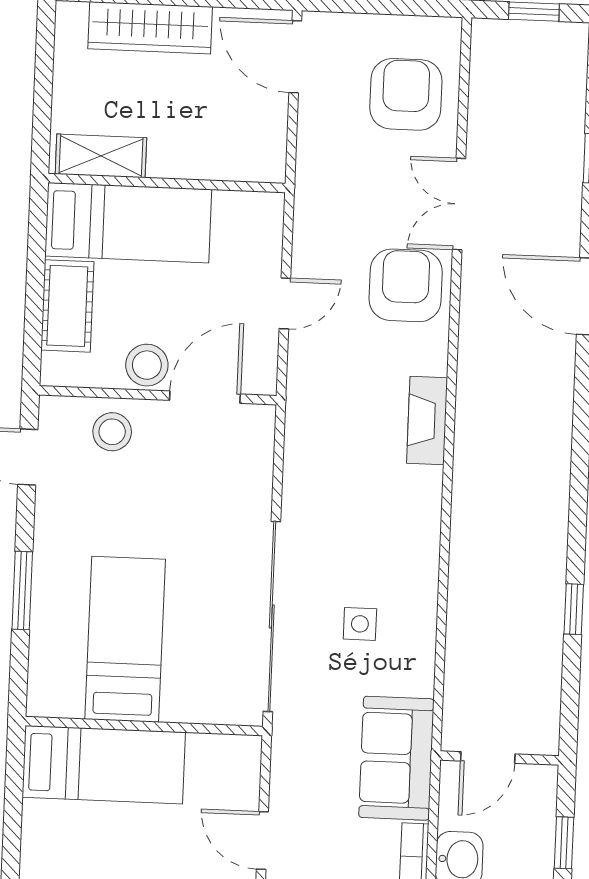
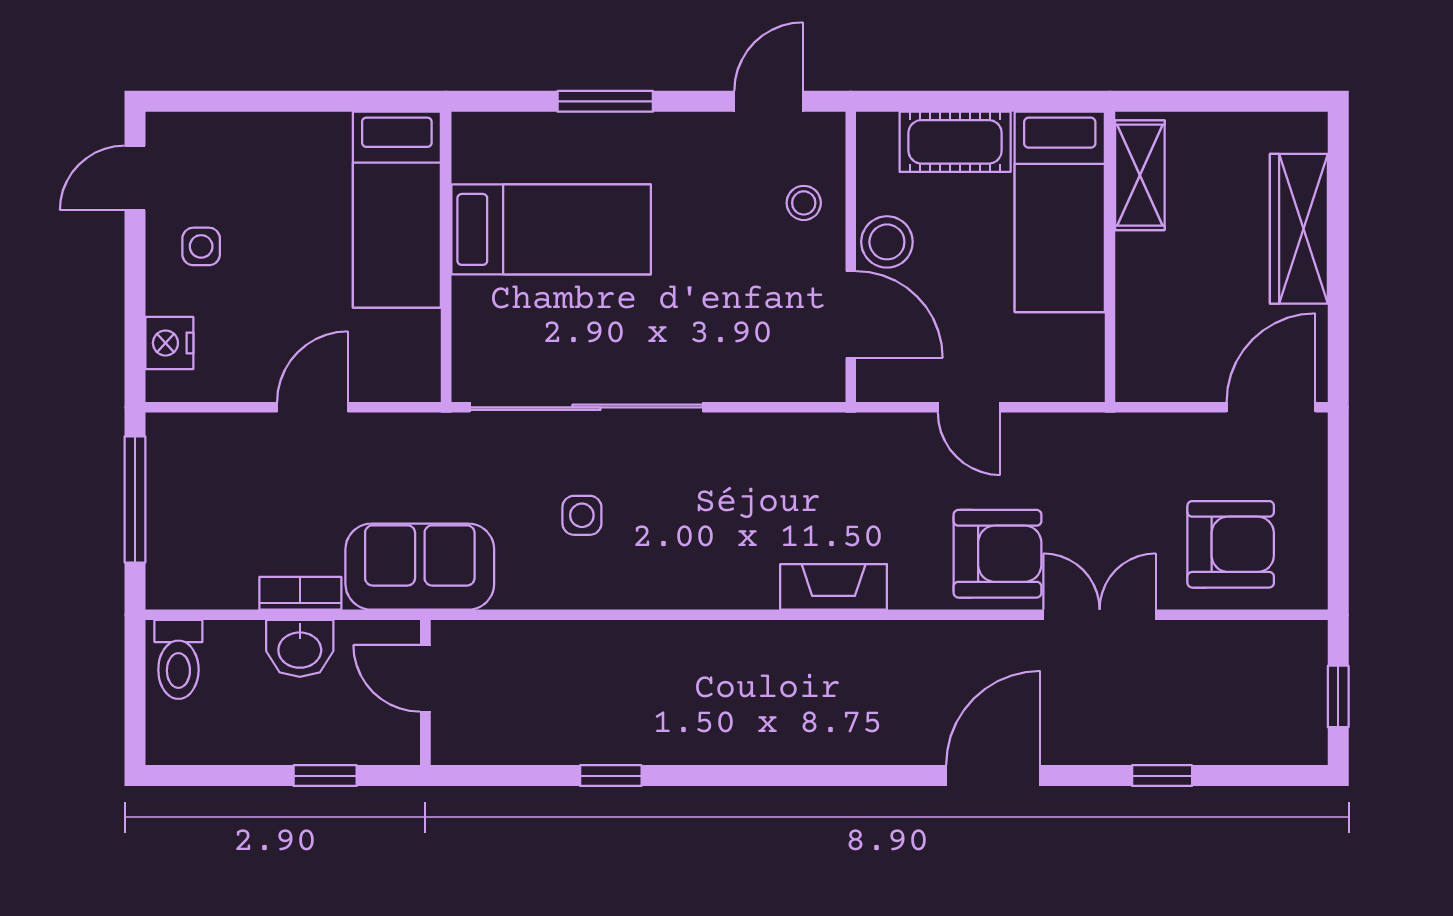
stool: (112, 432) -> (804, 203), width x0.73, depth x0.73

